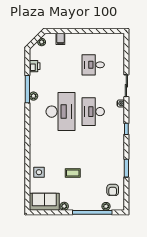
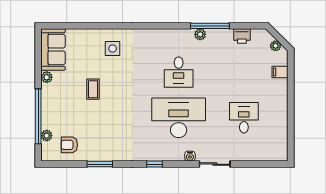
desk: (60, 112) -> (179, 72), width x0.53, depth x0.77
desk: (93, 112) -> (179, 118), width x1.36, depth x1.30
side table: (39, 172) -> (113, 48), moved

